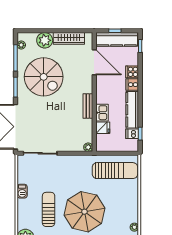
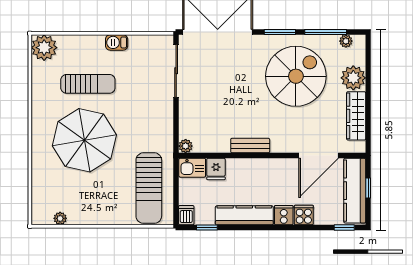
spiral stairs: (44, 77) -> (296, 76), turned 180
kitchen sink: (102, 113) -> (192, 168), moved
dishwasher: (132, 134) -> (186, 215), moved

